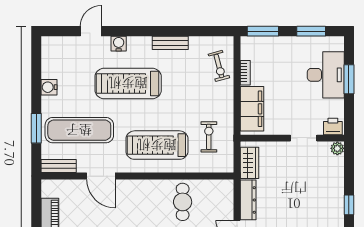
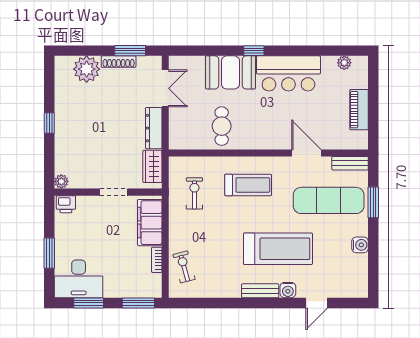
bench: (170, 43) -> (260, 291), moved
desk: (326, 75) -> (79, 279), moved, turned -90
exercise bike: (209, 137) -> (194, 193), turned 180
doorway: (304, 138) -> (114, 192), moved
treadmill: (157, 145) -> (248, 185), width x0.73, depth x0.73

